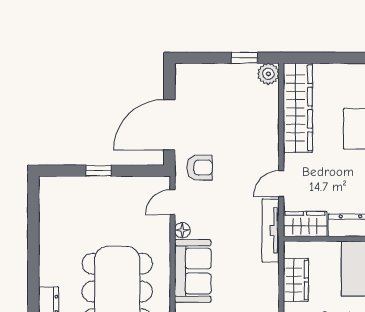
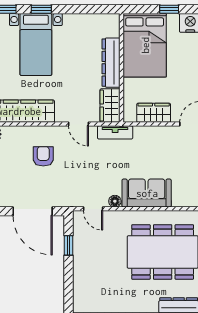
armchair: (200, 168) -> (43, 156), moved
window: (98, 171) -> (68, 245), moved
tv unit: (271, 231) -> (115, 132), width x0.71

